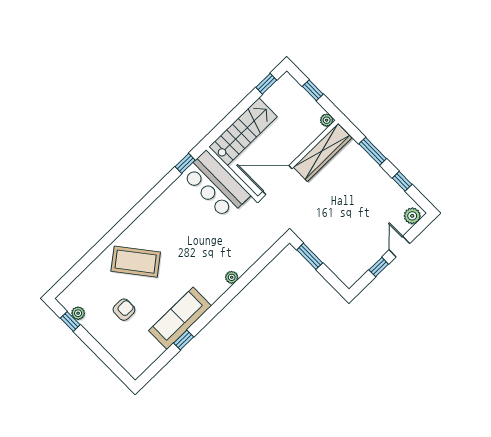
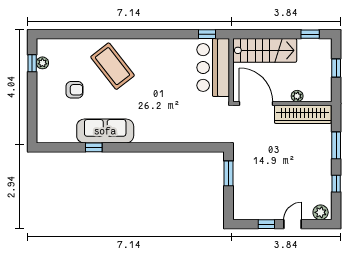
plant: (327, 120) -> (297, 96), moved
plant: (232, 277) -> (165, 137), removed

